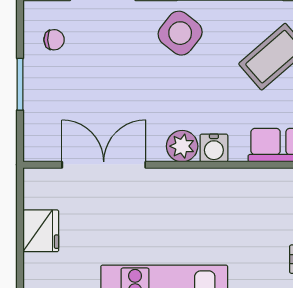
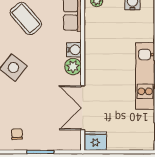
fridge: (41, 231) -> (95, 141), moved

